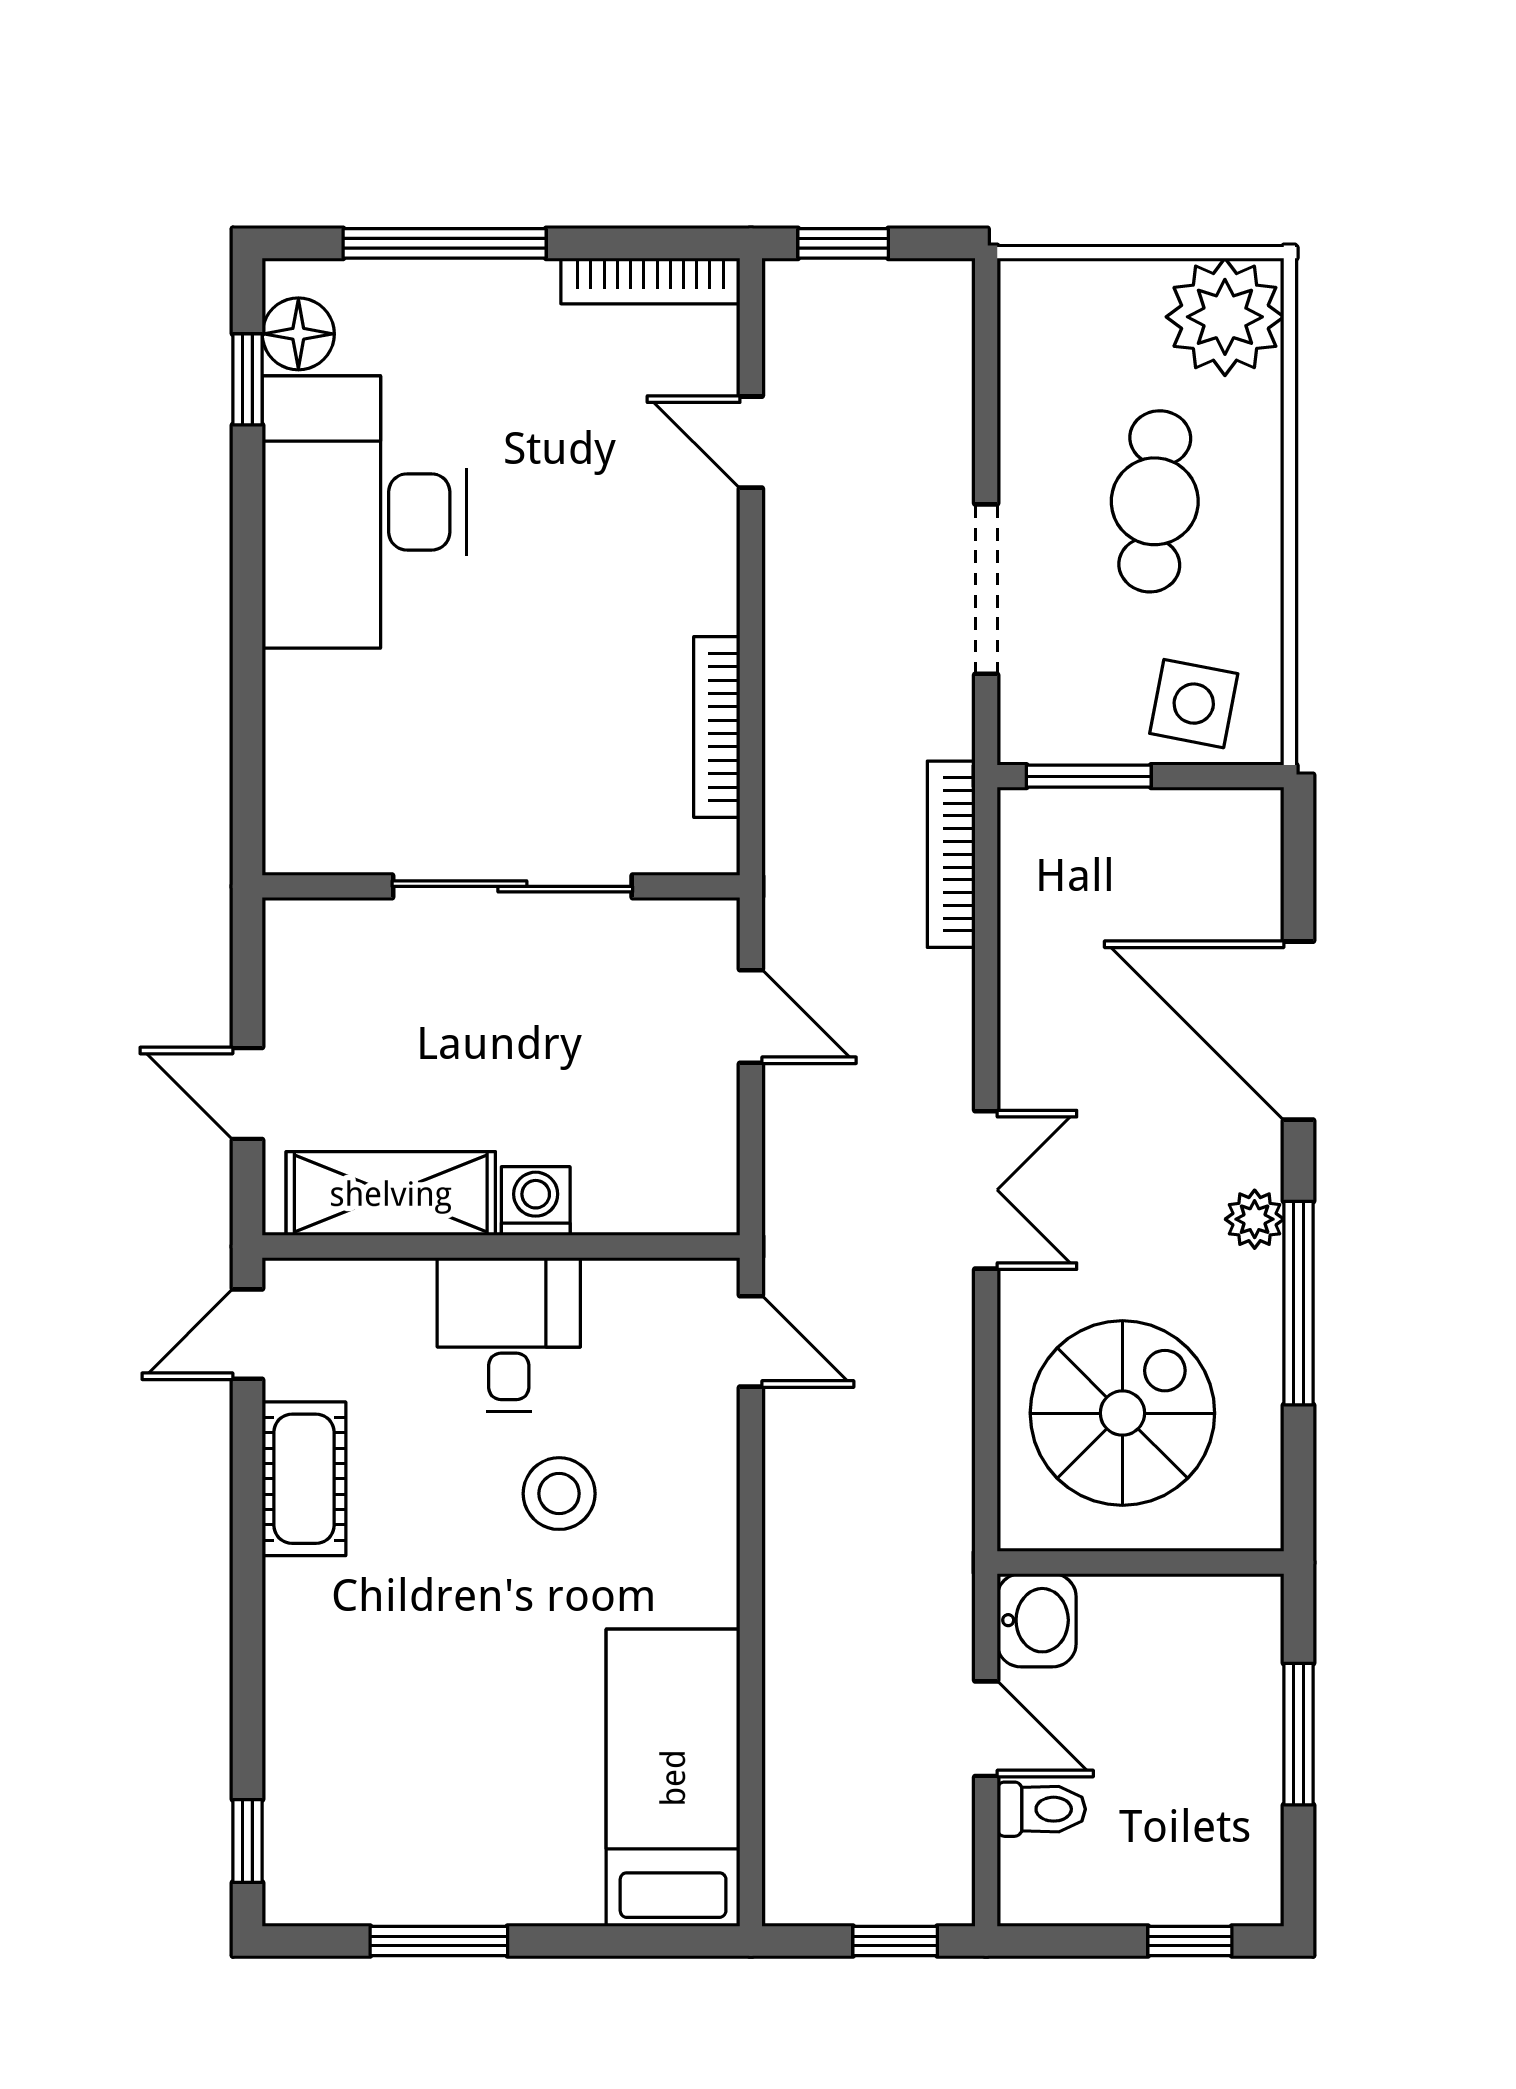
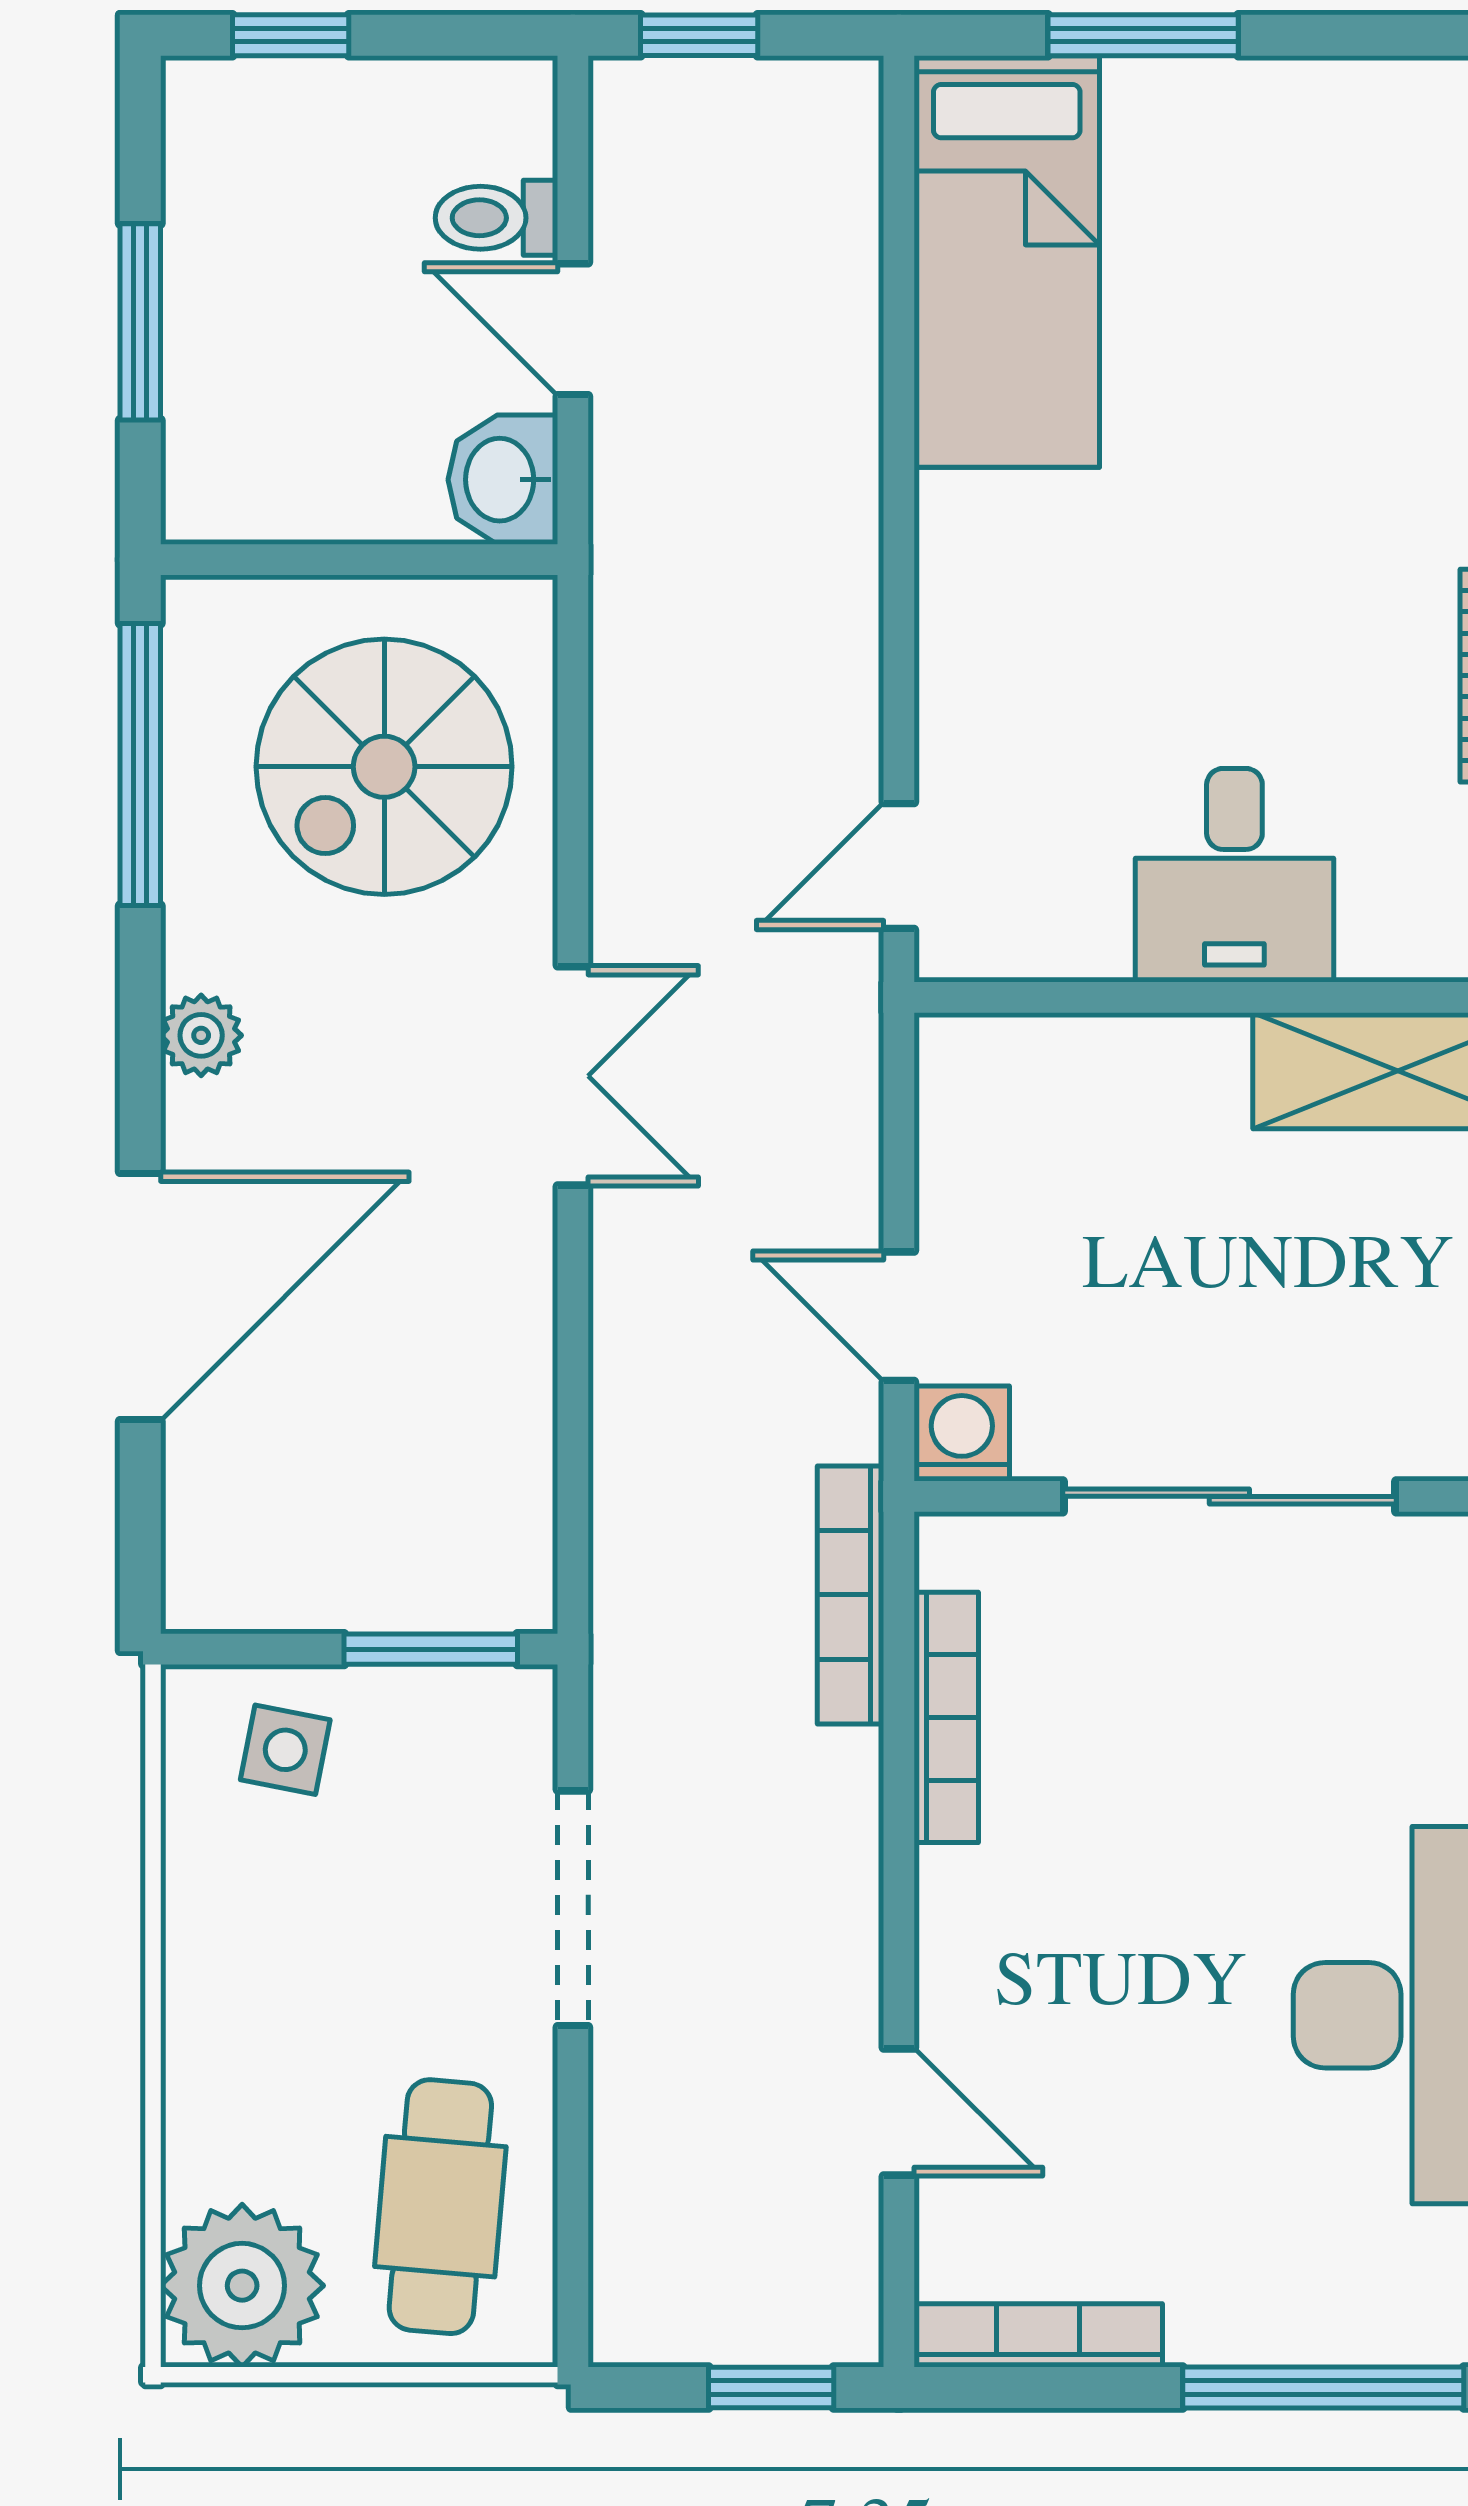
cafe table: (1155, 501) -> (440, 2207), moved
side table: (1194, 704) -> (285, 1750), width x0.73, depth x0.73
bookcase: (951, 854) -> (850, 1595), moved, turned 180
door: (1298, 1031) -> (140, 1297), hinge flipped
double door: (986, 1190) -> (573, 1076), swing flipped
washing machine: (536, 1201) -> (962, 1434), moved, turned 180
window: (1298, 1303) -> (140, 764), moved
door: (751, 1341) -> (899, 866), hinge flipped
stool: (559, 1494) -> (1165, 655), removed
window: (439, 1941) -> (1143, 35), moved

